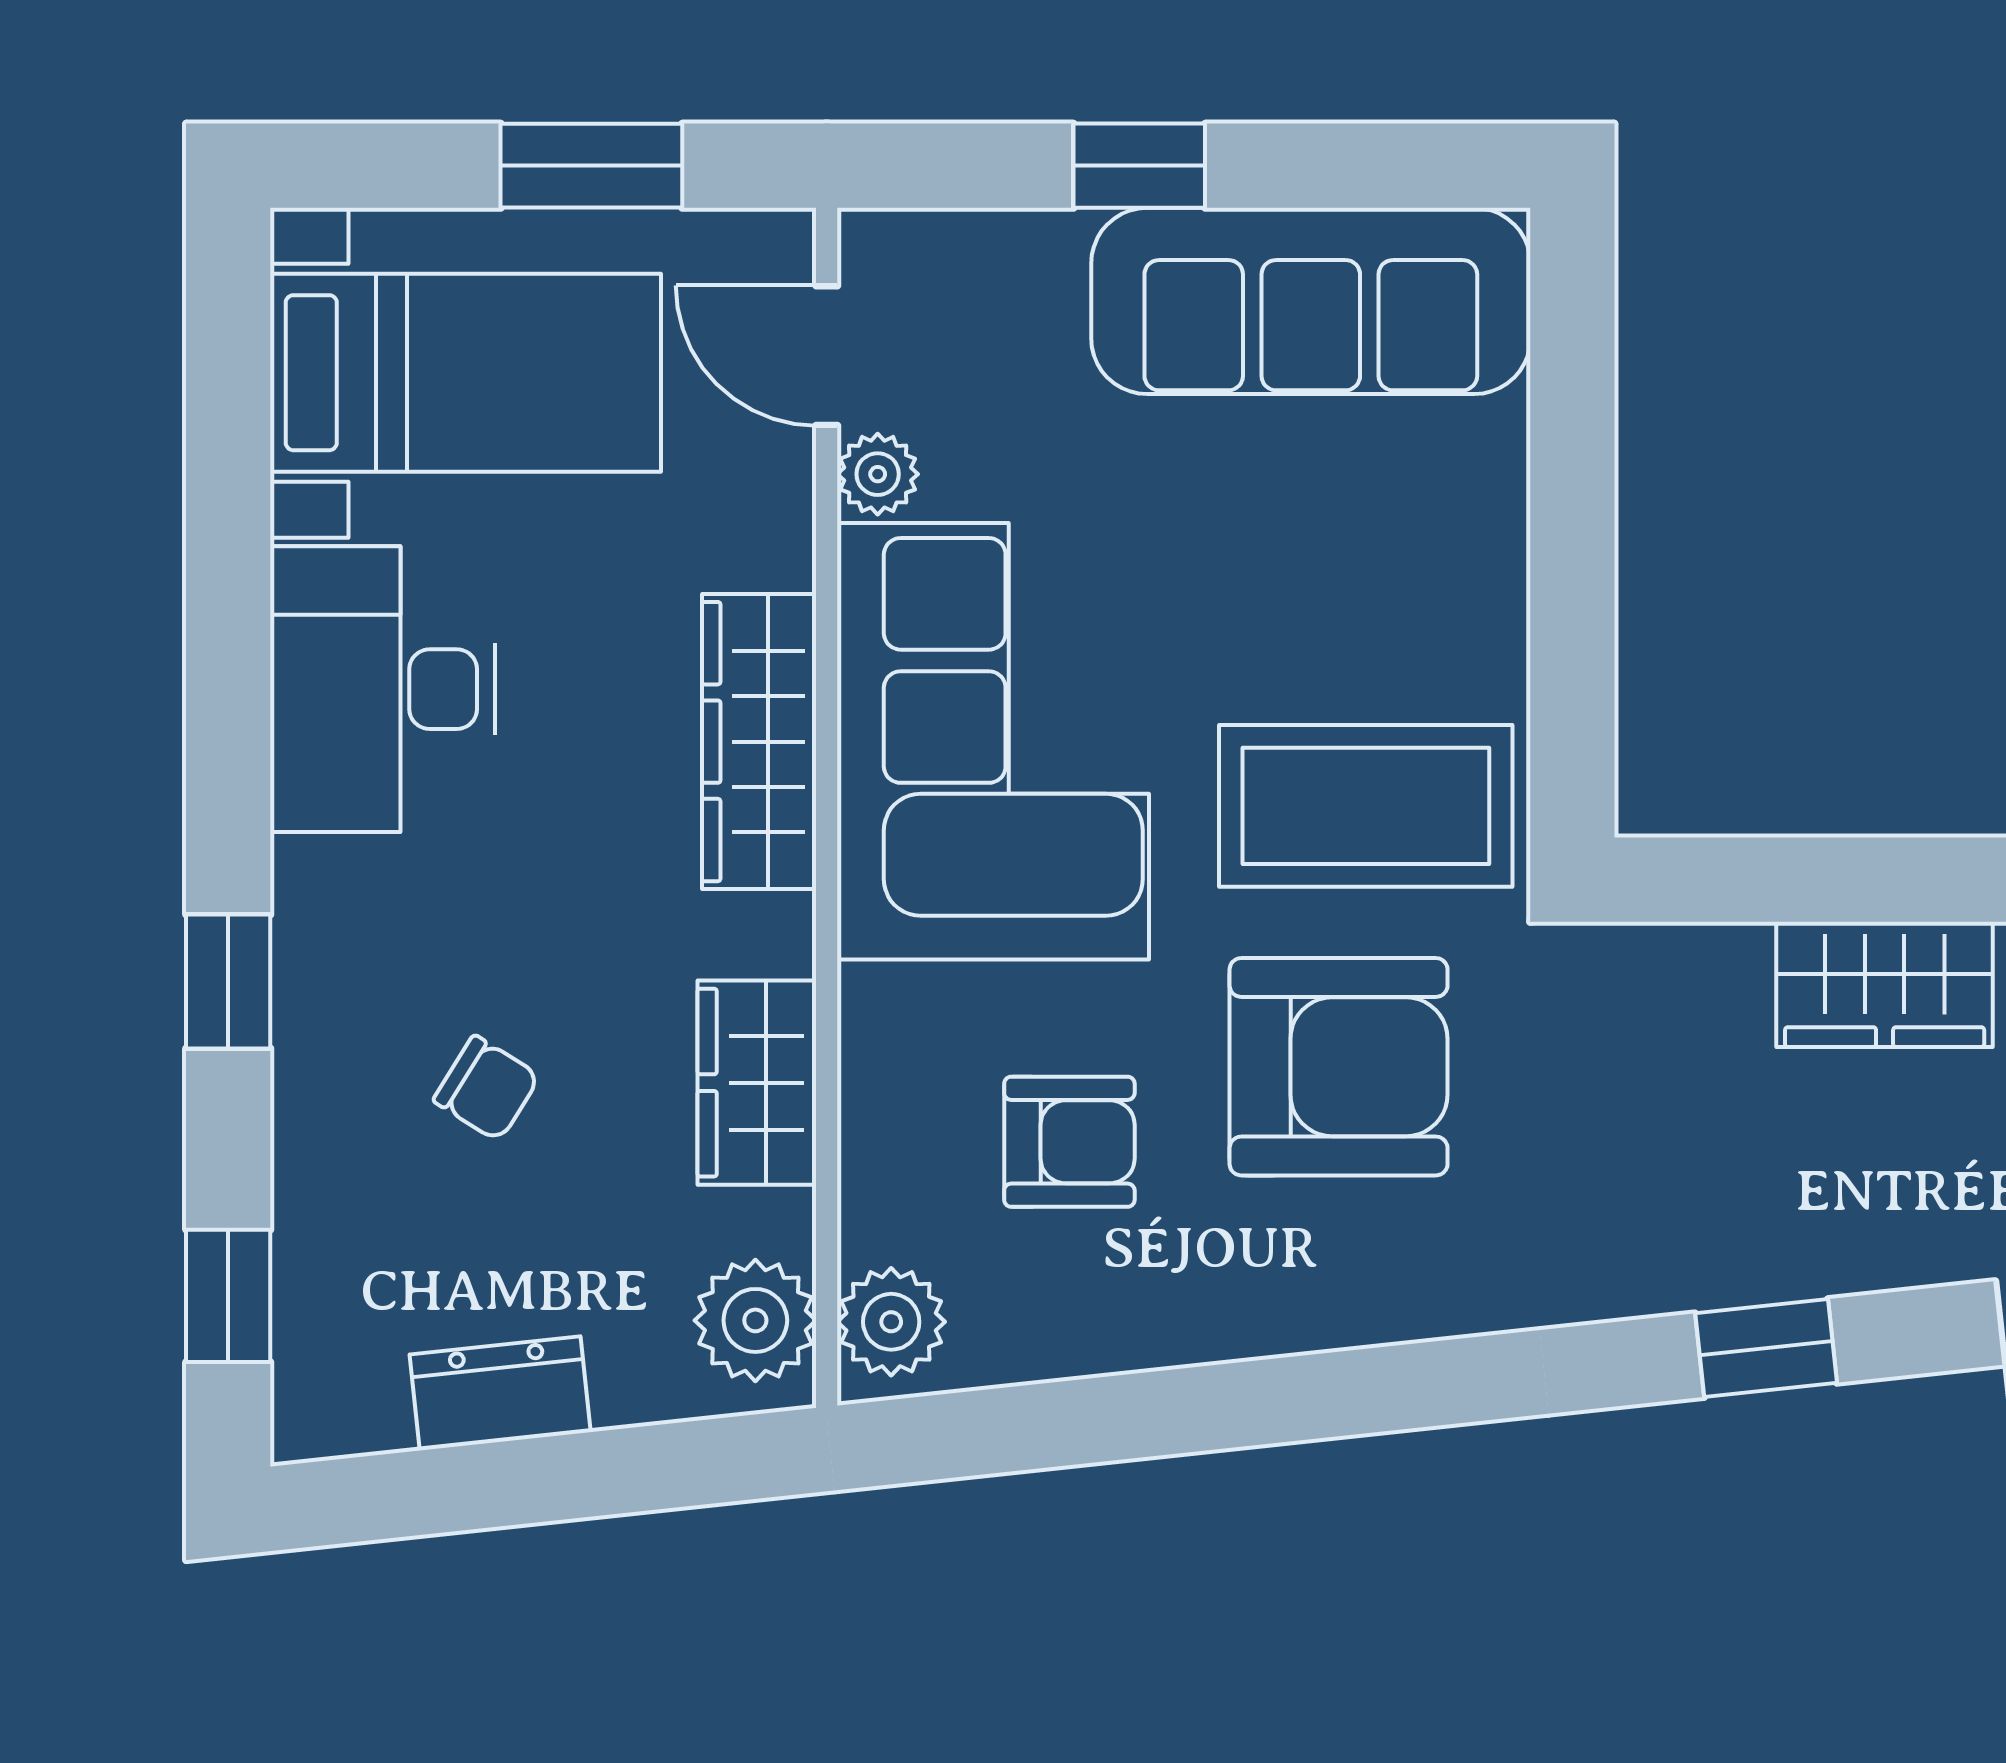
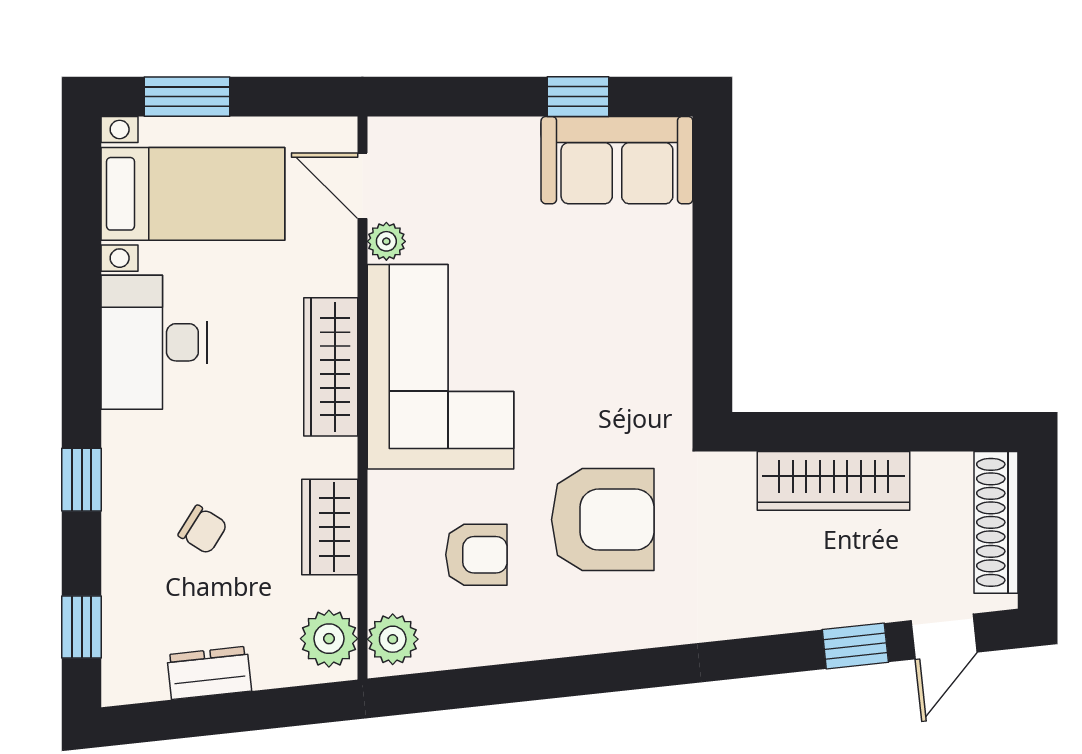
window: (591, 166) -> (187, 97), moved
window: (1139, 166) -> (578, 97), moved
sofa: (1311, 301) -> (617, 160), width x0.73
coffee table: (1366, 806) -> (616, 397), removed
wardrobe: (1885, 984) -> (834, 481), width x1.50
window: (1766, 1348) -> (855, 646), moved

